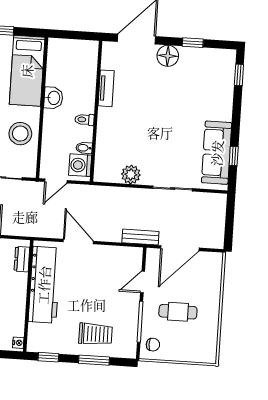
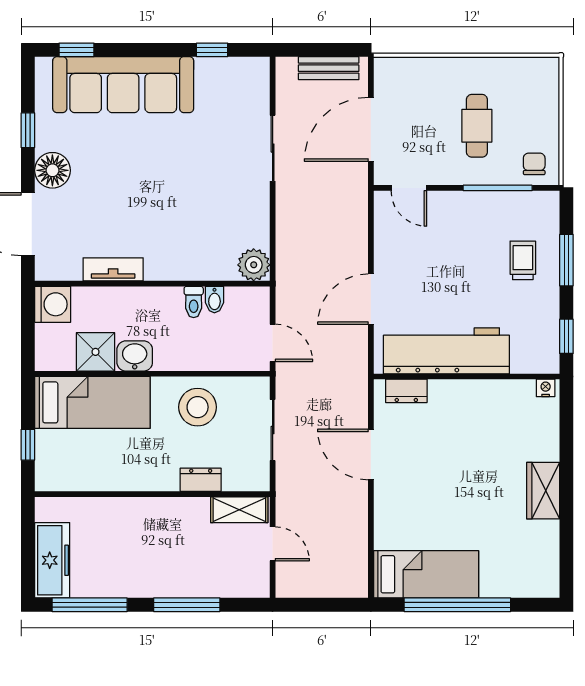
shower: (57, 75) -> (95, 352), added
toilet: (84, 120) -> (194, 302), moved
sofa: (217, 153) -> (123, 85), moved, width x1.36, depth x1.27
washing machine: (80, 165) -> (53, 304), moved, turned -90
plant: (131, 174) -> (254, 265), moved
bench: (140, 237) -> (329, 68), moved, turned 90
door: (180, 248) -> (371, 129), swing flipped
door: (143, 282) -> (409, 188), moved
trolley: (96, 334) -> (523, 260), width x0.73, depth x0.72

